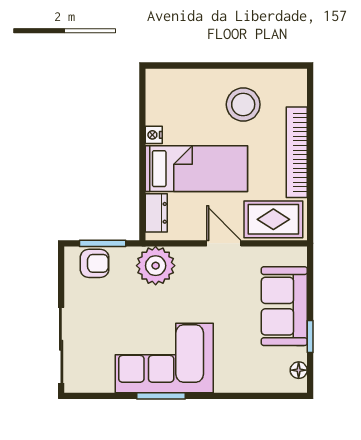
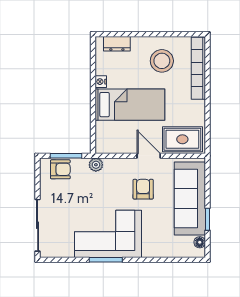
bookcase: (297, 152) -> (198, 68), moved
dresser: (156, 213) -> (117, 44), moved, turned 90
plant: (156, 266) -> (96, 165), width x0.53, depth x0.53
armchair: (216, 292) -> (143, 189), added
sofa: (284, 306) -> (190, 199), width x1.36

